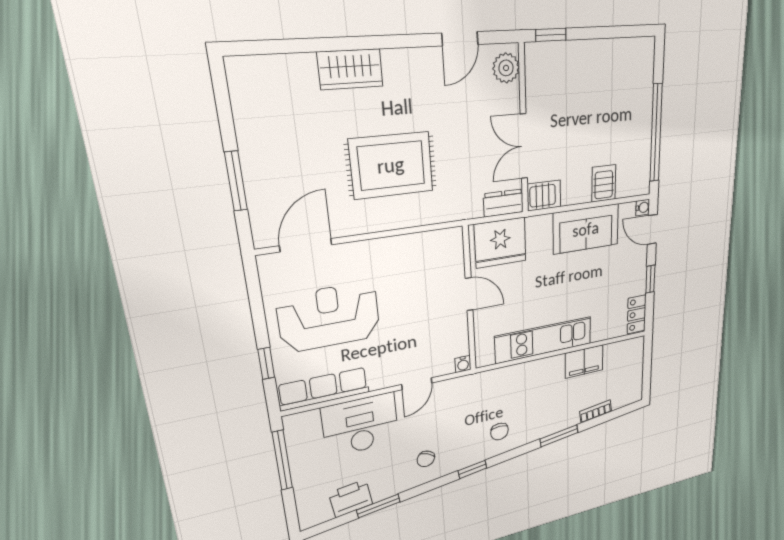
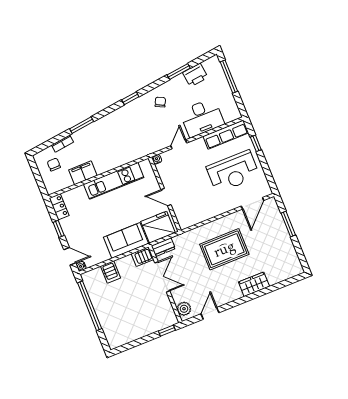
sofa: (586, 229) -> (126, 240), moved
chair: (500, 432) -> (54, 164), moved
window: (282, 460) -> (229, 77), moved

